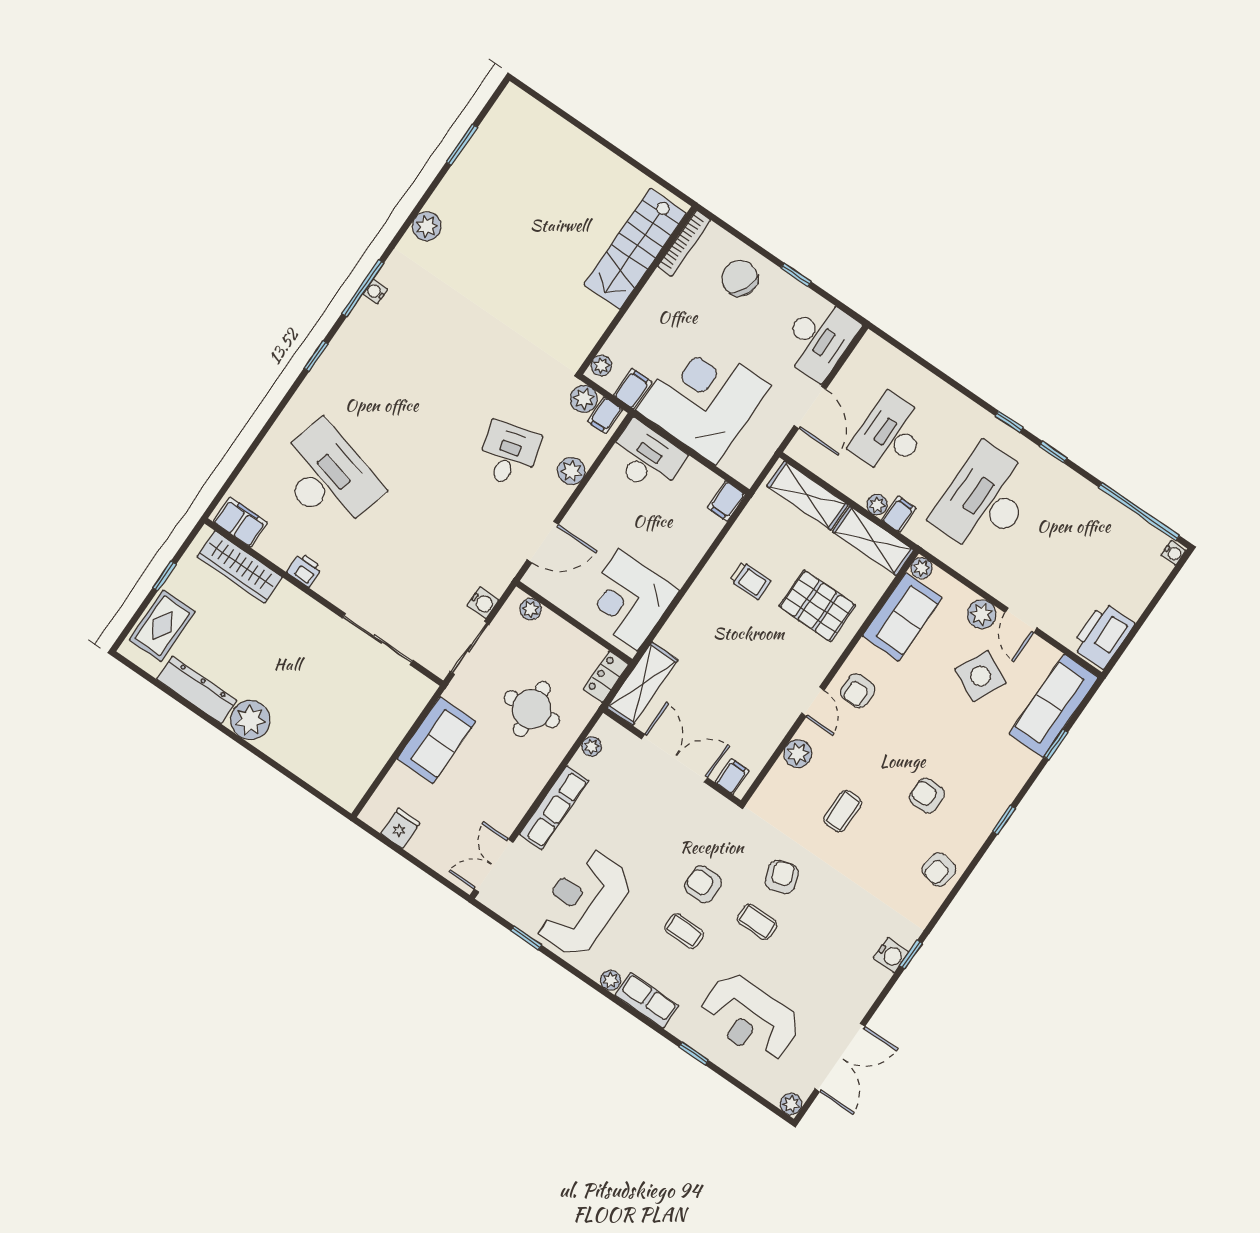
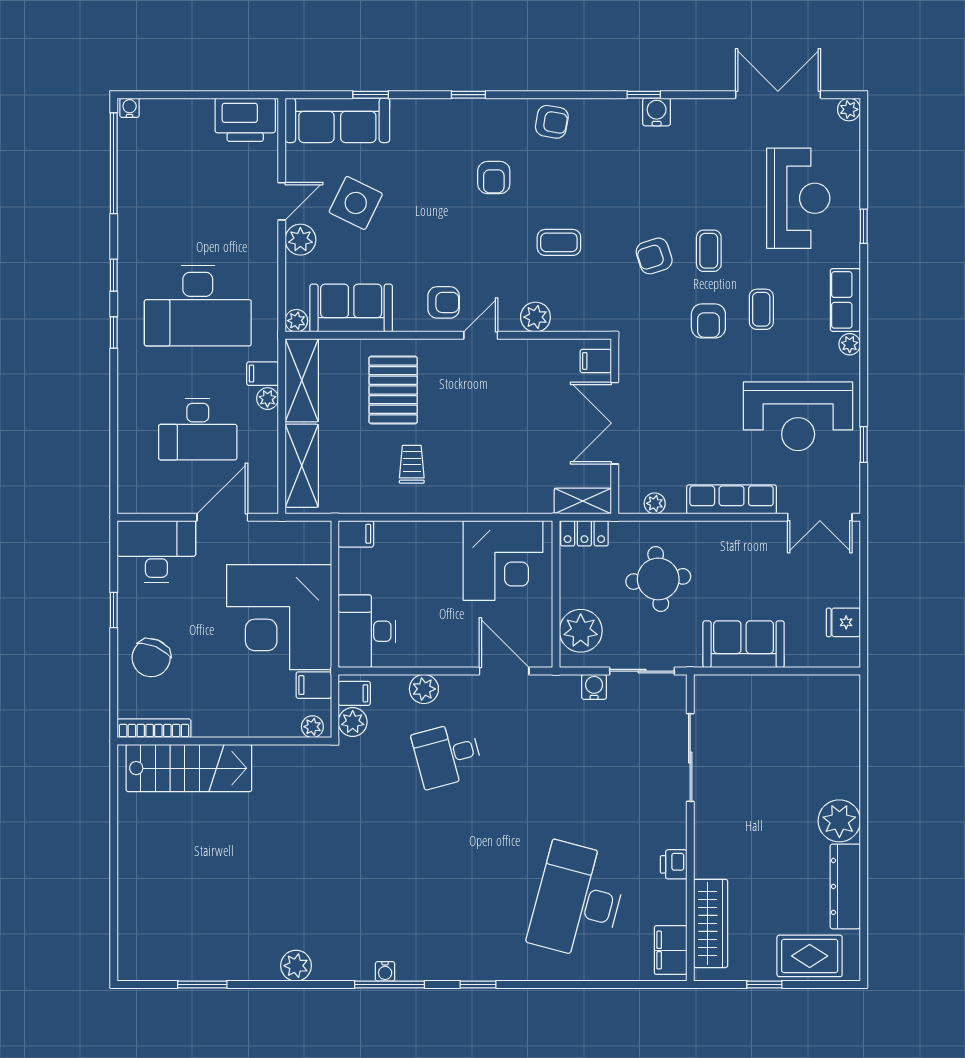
plant: (531, 609) -> (581, 631), width x1.88, depth x1.88
shelving: (642, 684) -> (583, 501), width x0.67, depth x0.75

